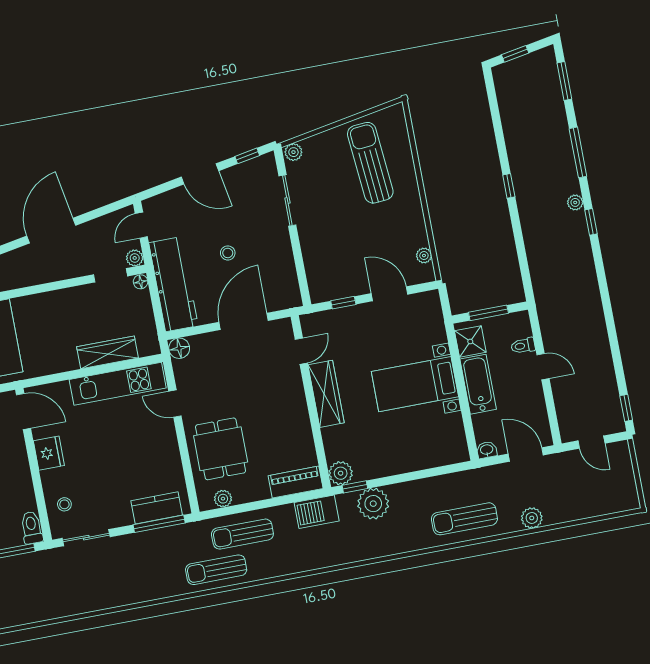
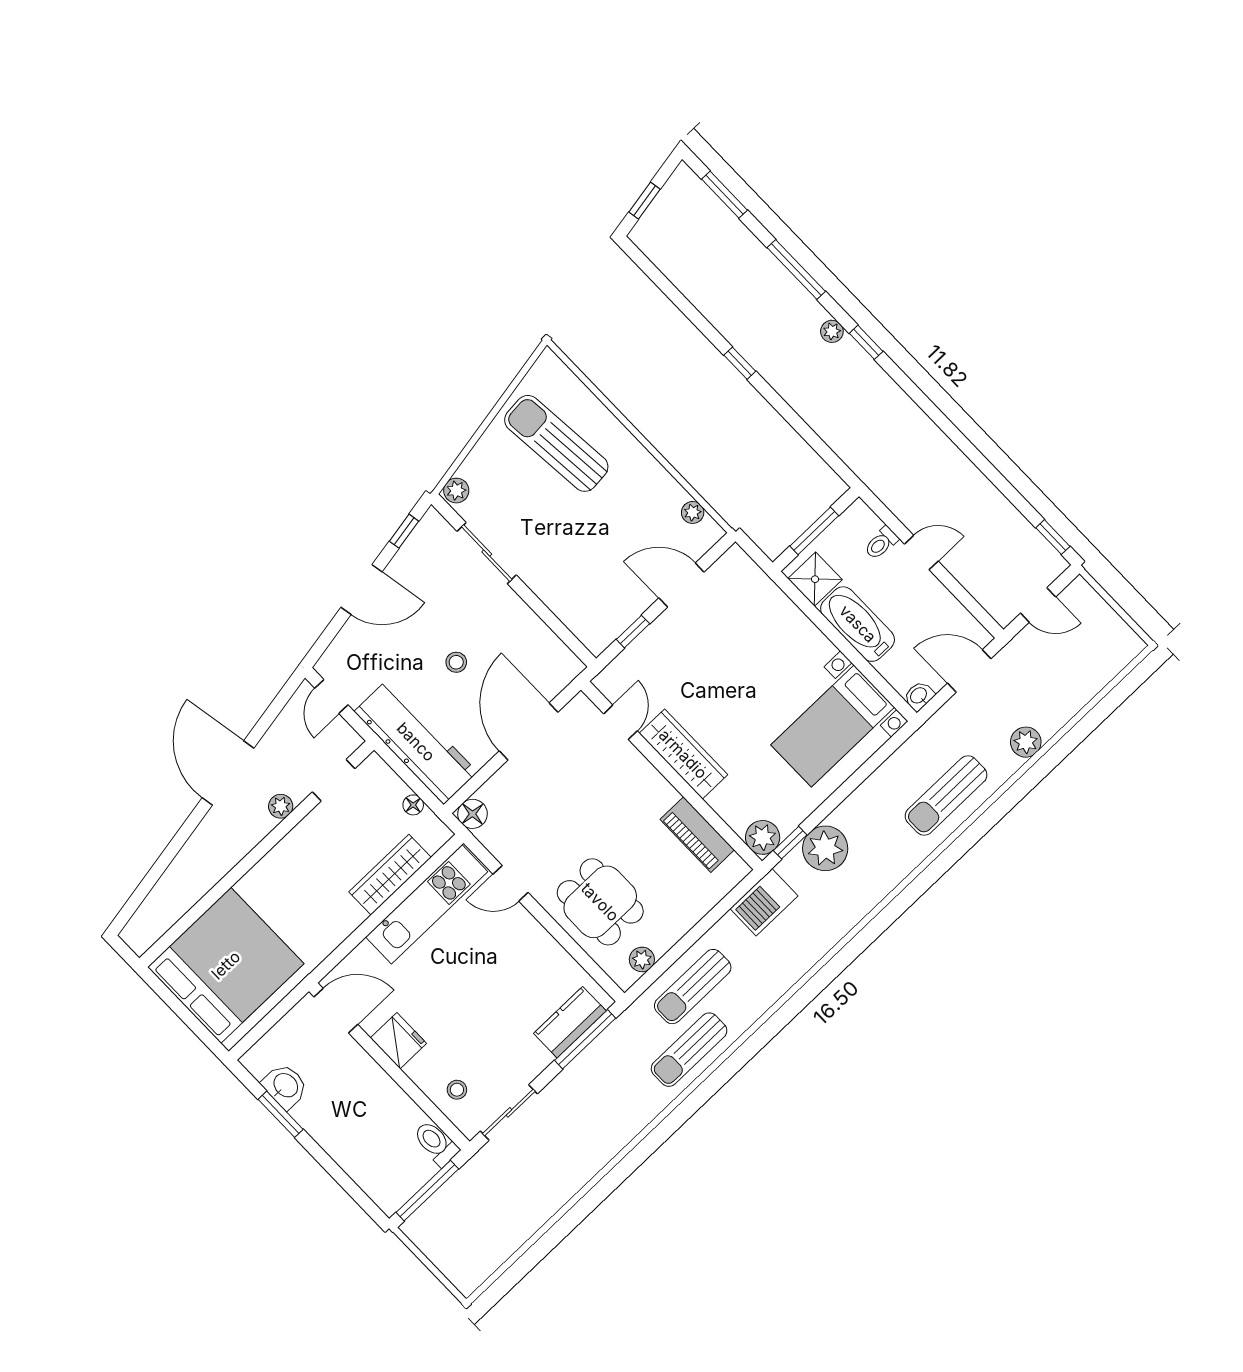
plant: (135, 258) -> (281, 806), moved
floor lamp: (141, 282) -> (413, 805), moved
bed with nightstands: (415, 384) -> (833, 726), moved
piano: (296, 482) -> (697, 835), moved, turned -90

